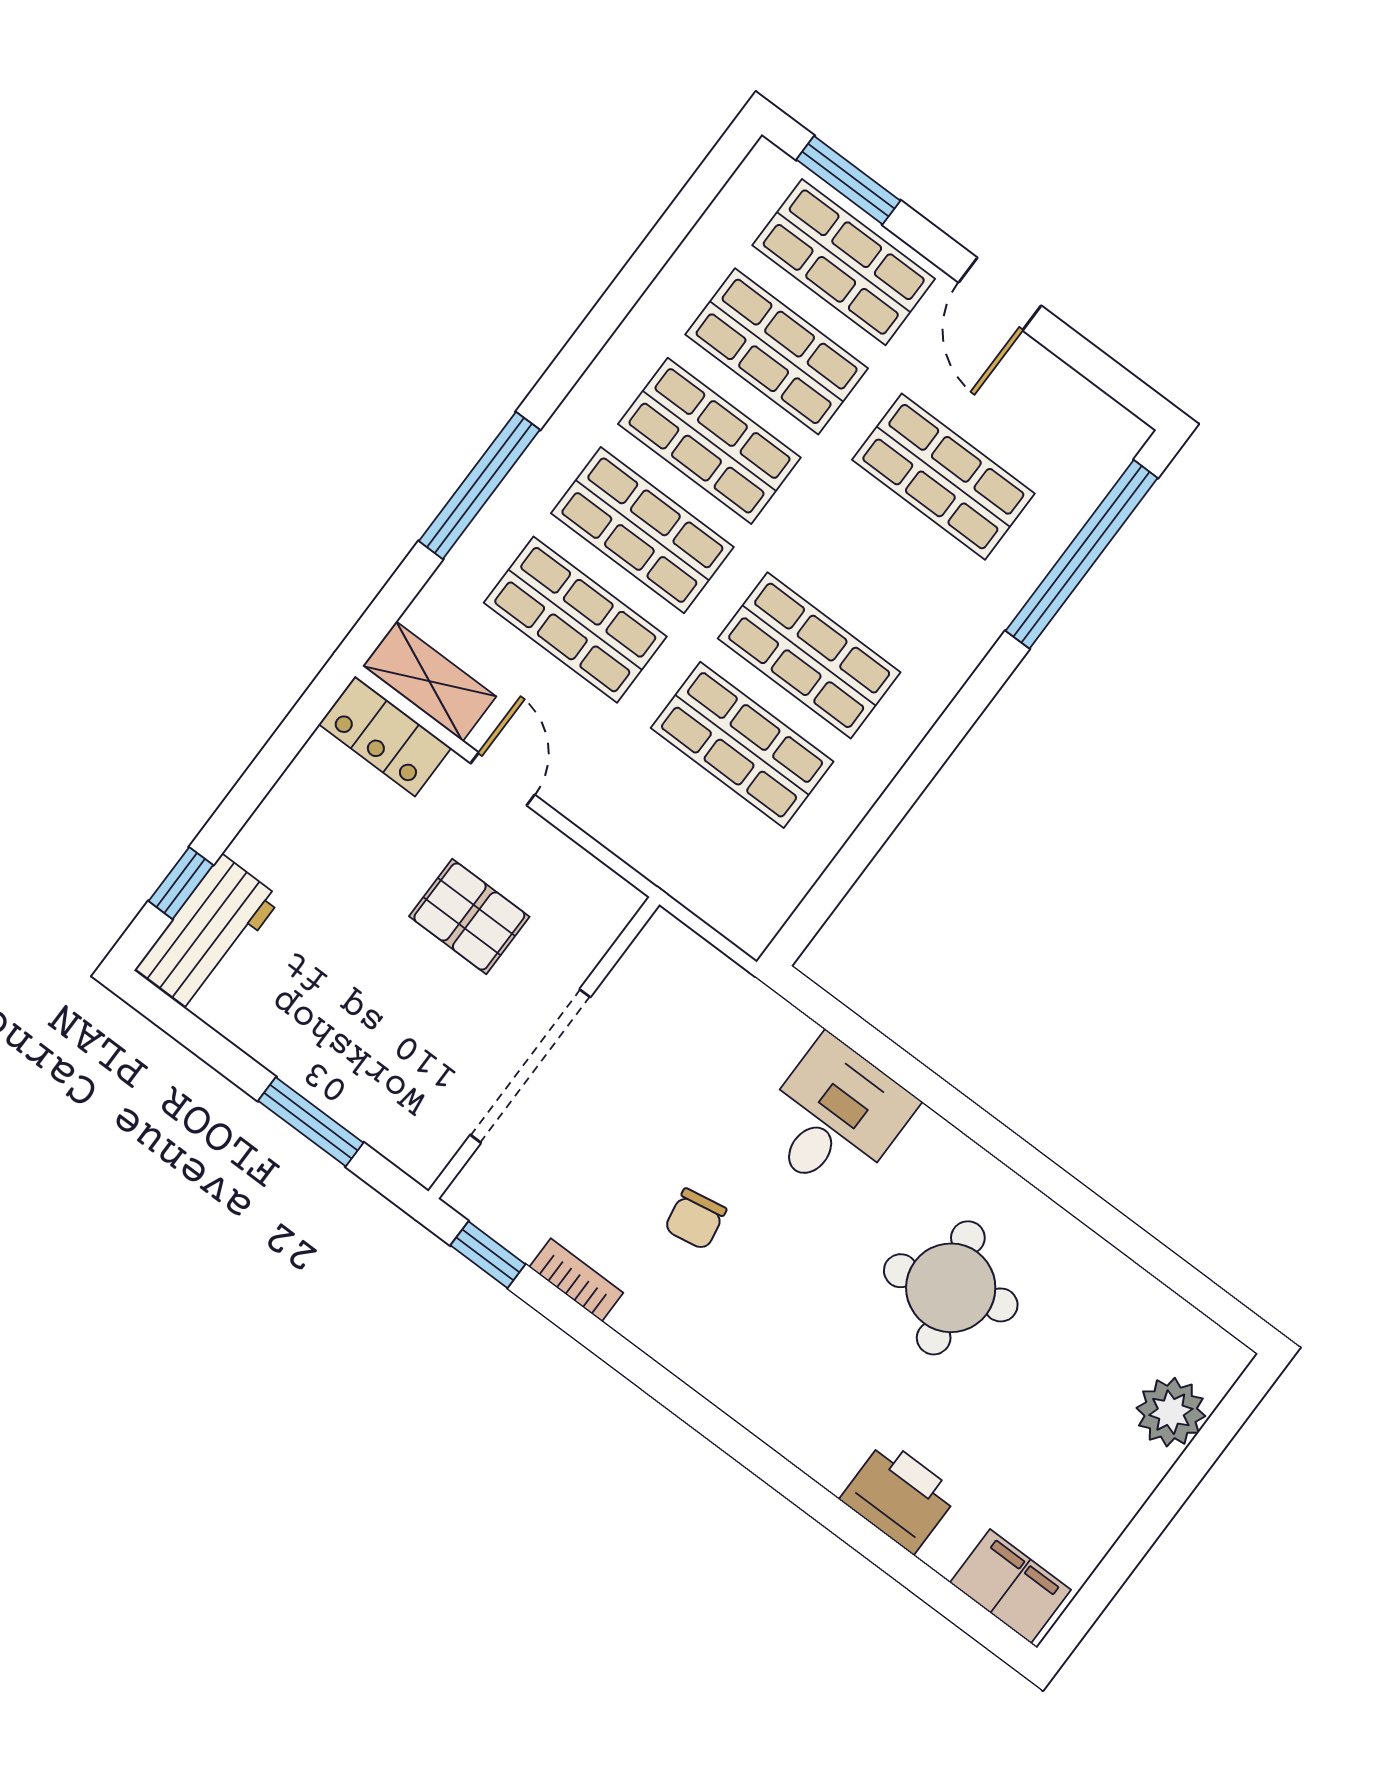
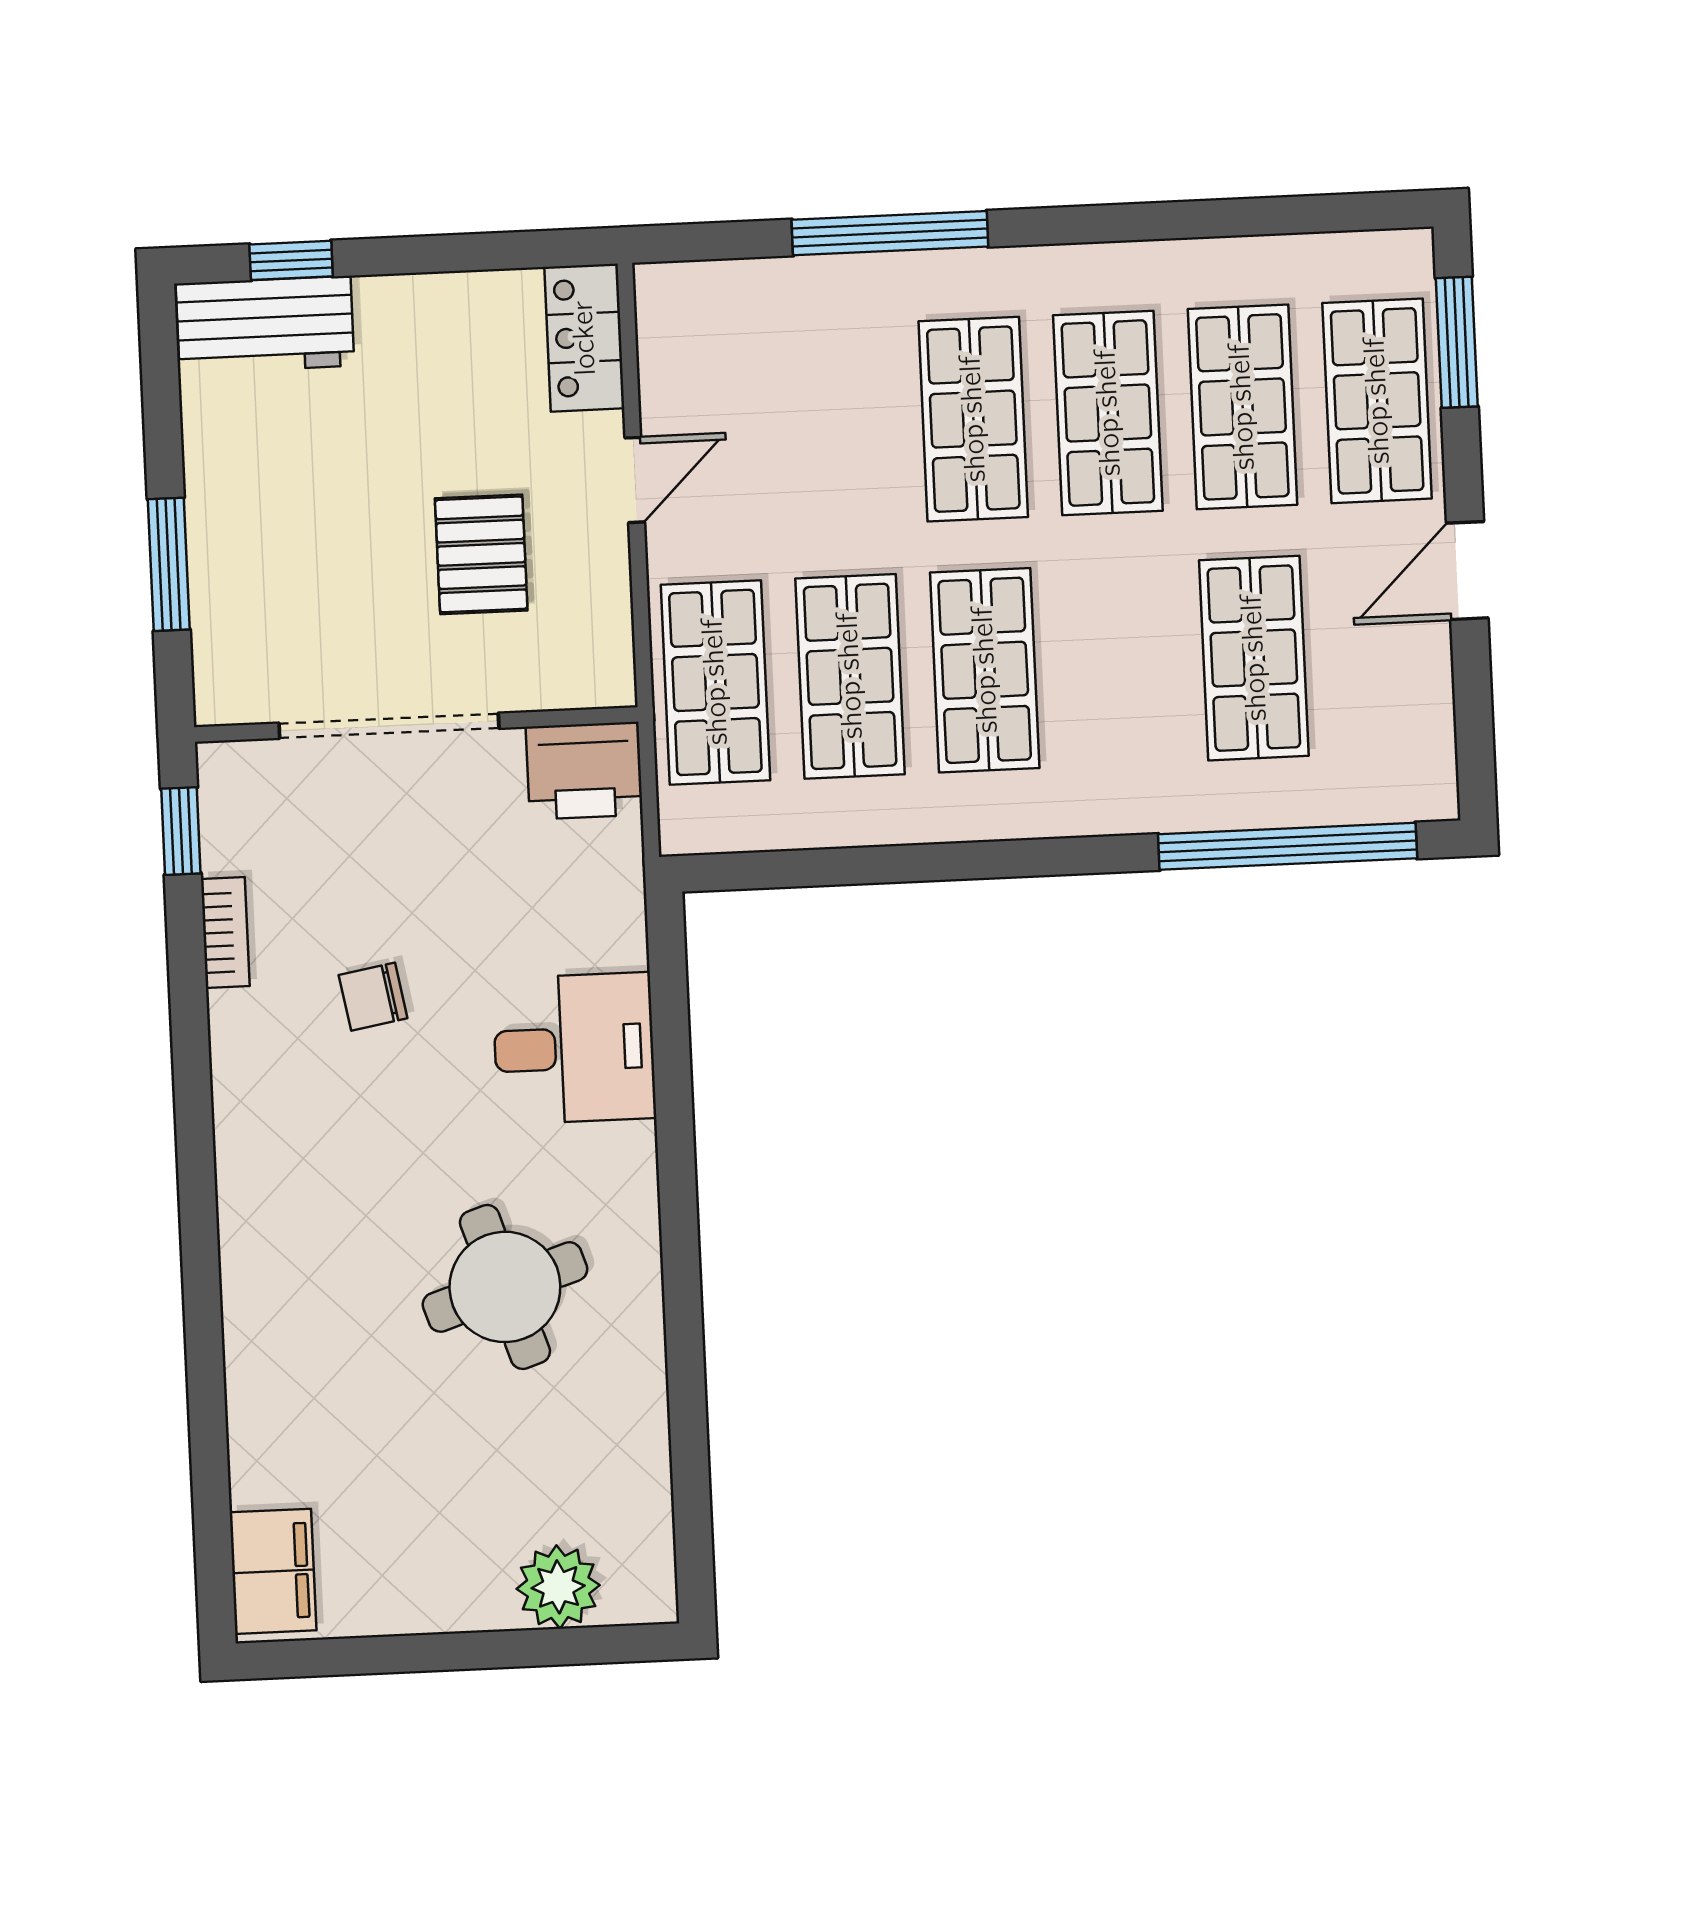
shop shelf: (575, 620) -> (715, 682), moved
shelving: (429, 681) -> (669, 337), removed
printer: (899, 1497) -> (584, 771), moved, turned 90

